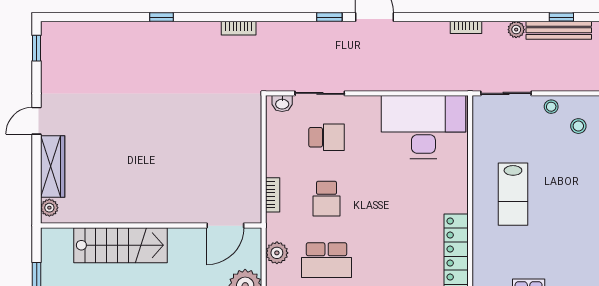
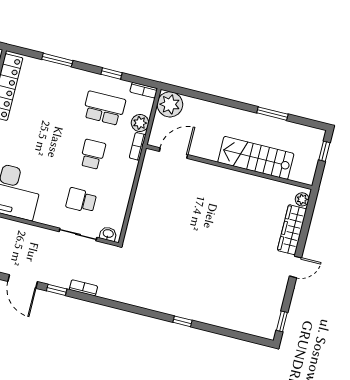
bookcase: (239, 28) -> (83, 288), moved
bookcase: (273, 195) -> (138, 146), moved

